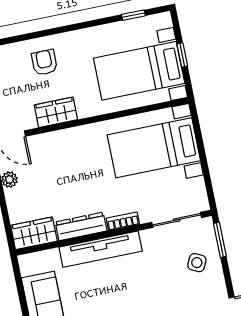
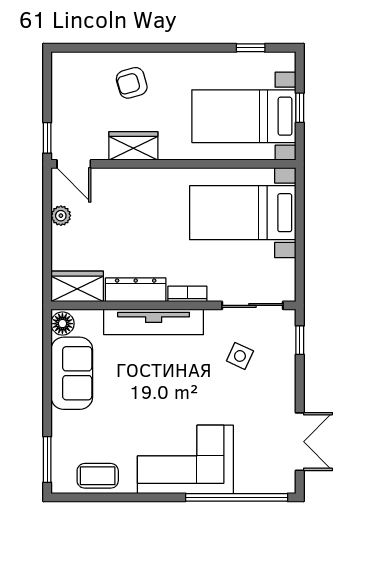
armchair: (44, 62) -> (132, 83), turned -106
window: (220, 240) -> (300, 340), width x0.67
side table: (197, 263) -> (240, 356), moved
floor lamp: (28, 265) -> (62, 324), added

